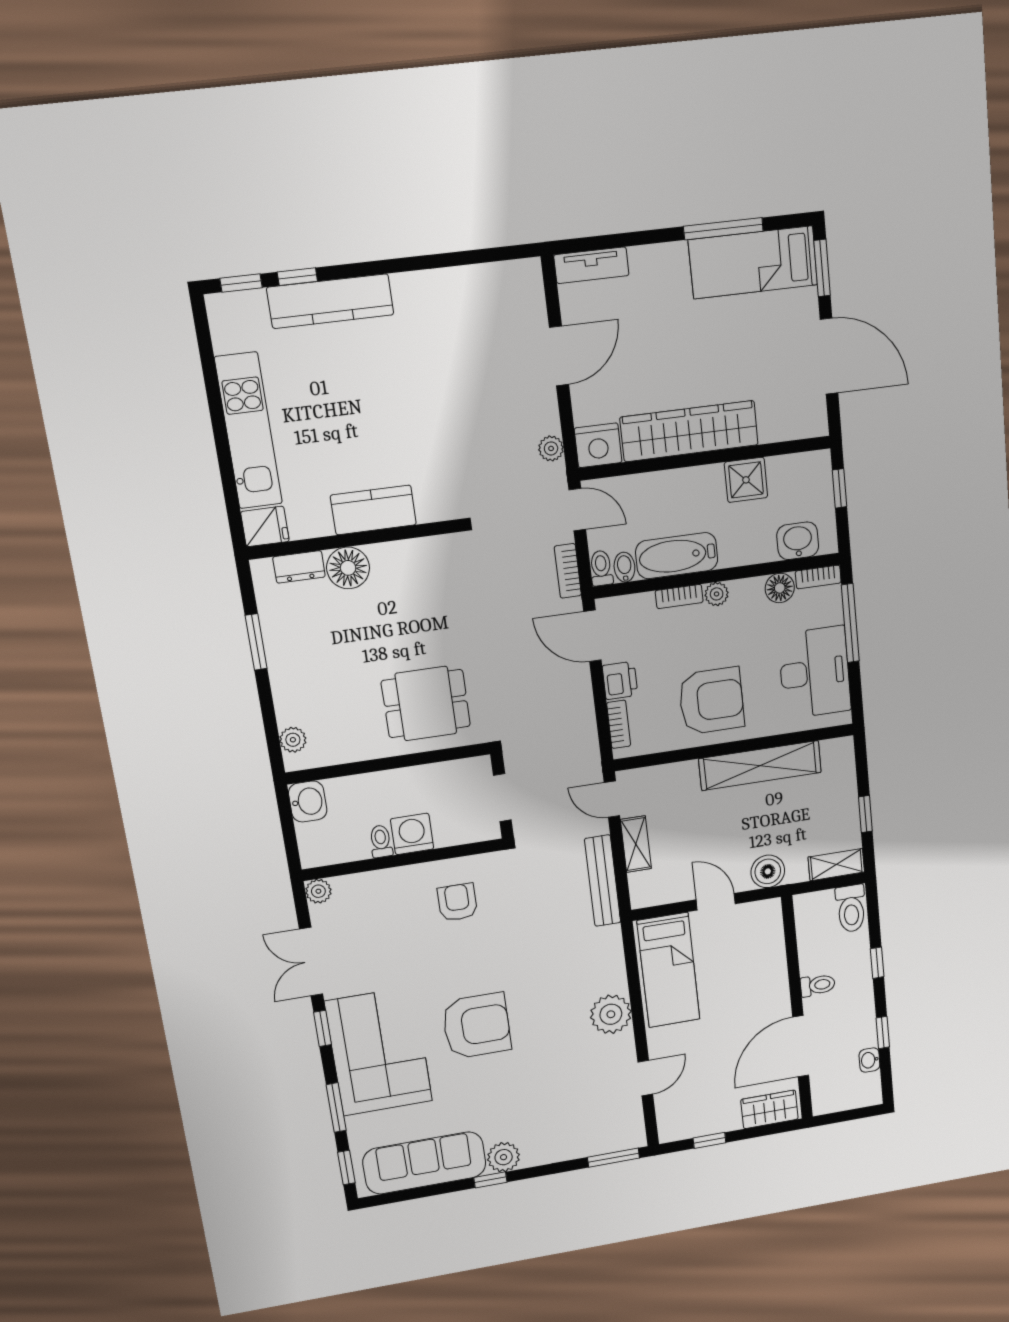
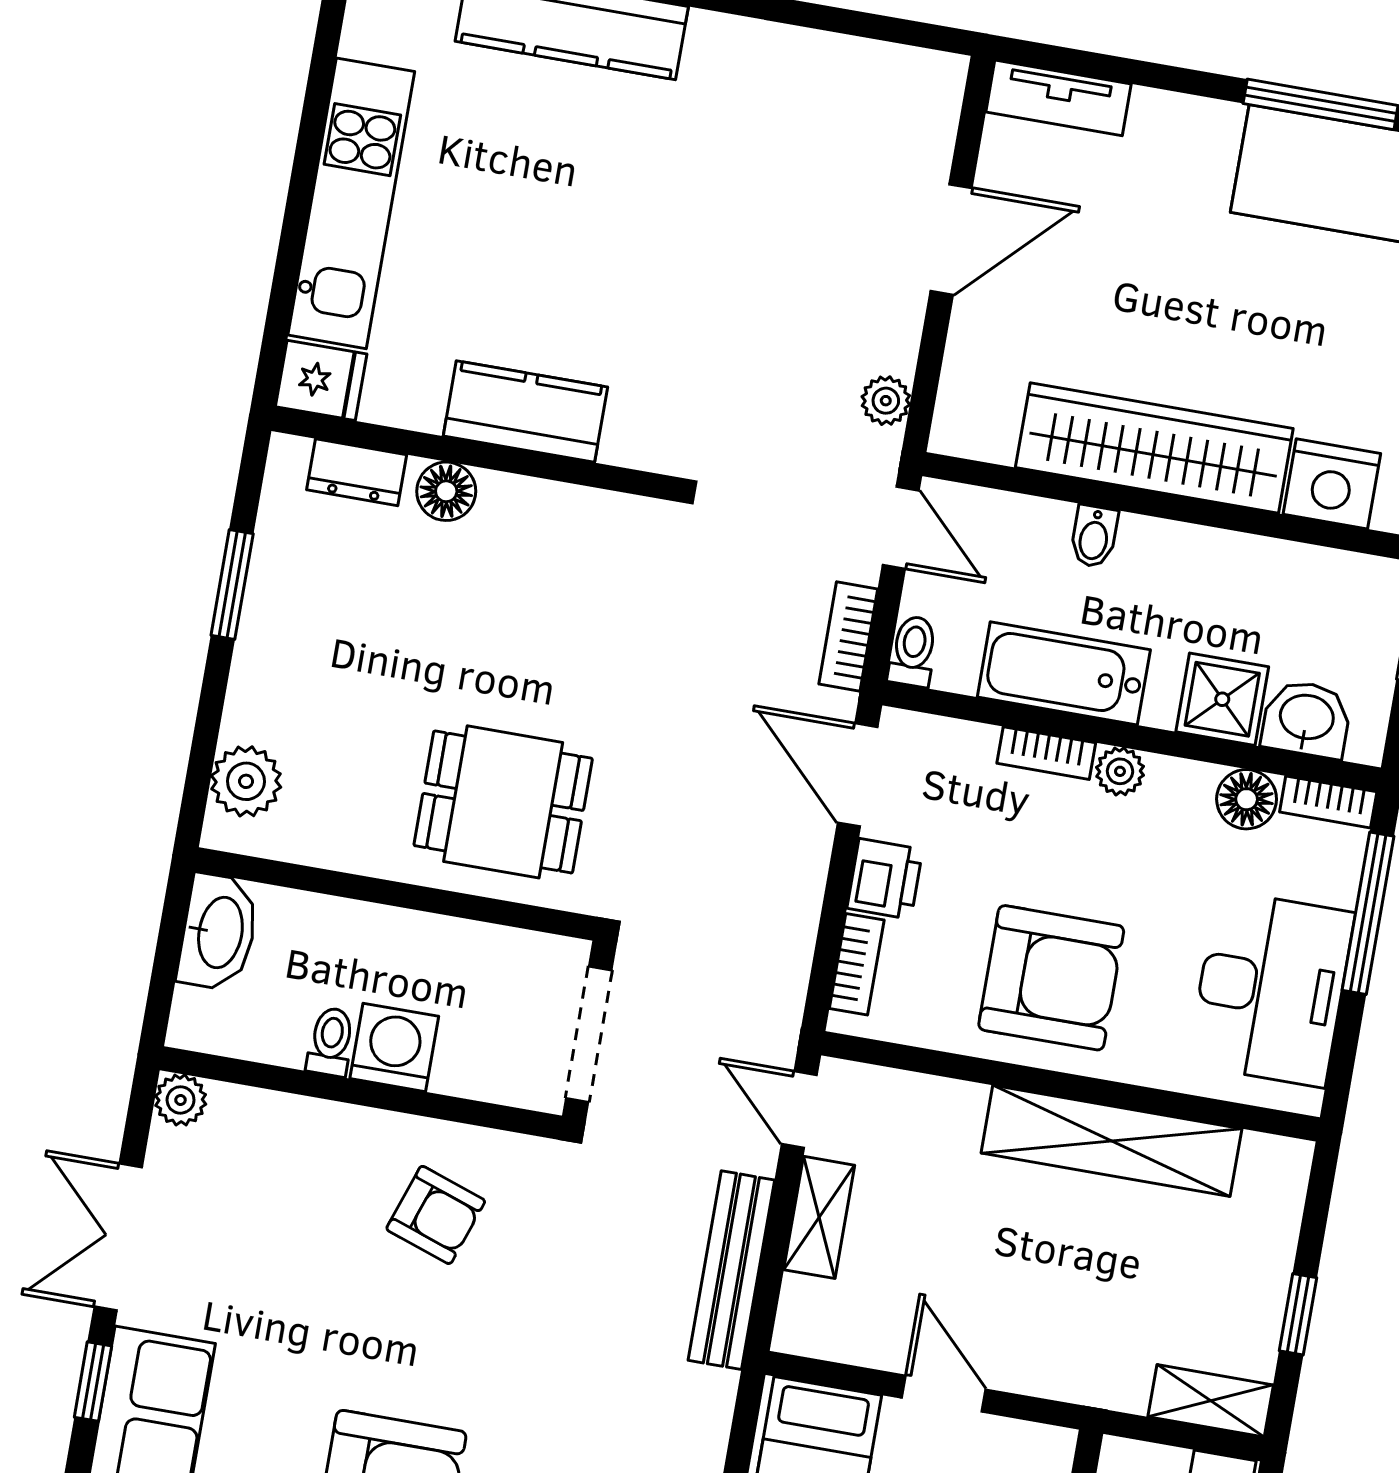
nightstand: (598, 445) -> (1332, 484), moved
shower: (746, 480) -> (1222, 699), moved
bidet: (624, 567) -> (1094, 536), moved, turned 180
floor lamp: (348, 568) -> (446, 491), width x0.73, depth x0.73
plant: (293, 740) -> (246, 781), width x1.38, depth x1.38
doorway: (502, 798) -> (589, 1034), width x1.38
washbasin: (308, 801) -> (218, 932), width x1.38
boiler: (768, 871) -> (1067, 1366), removed
armchair: (457, 902) -> (436, 1215), turned 109

